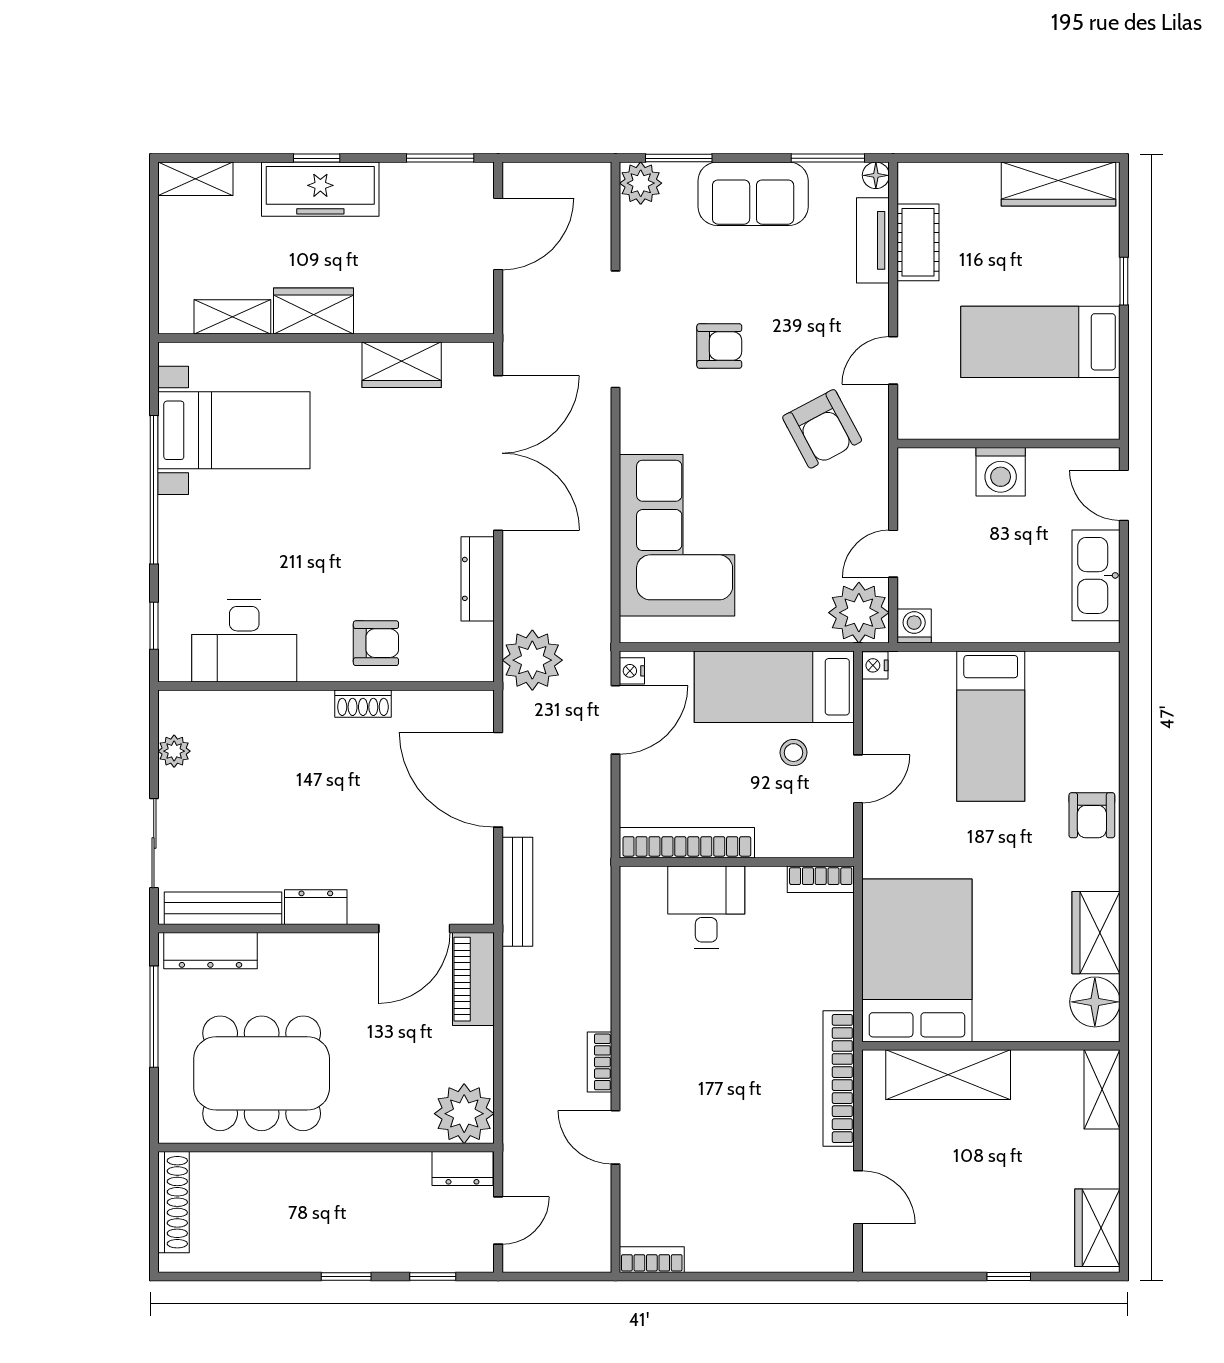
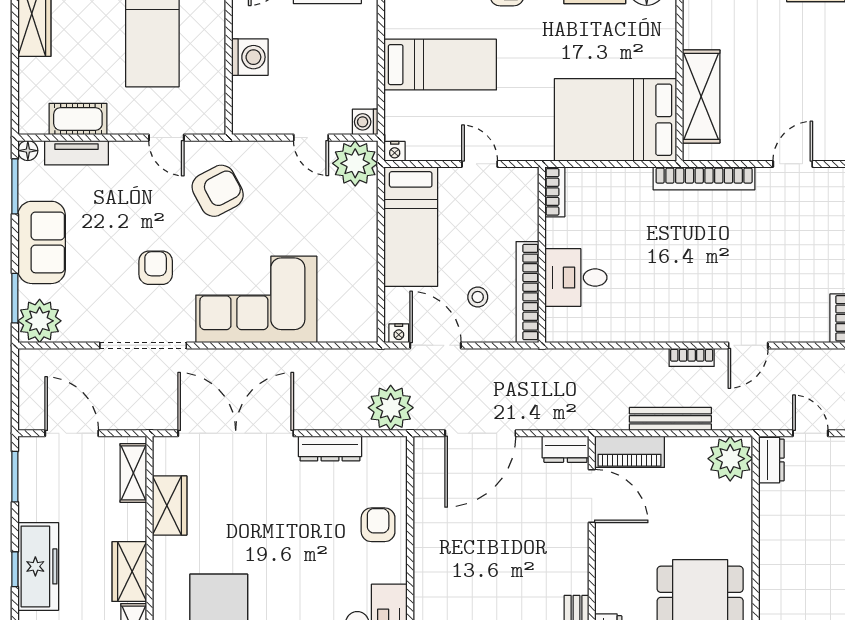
plant: (641, 183) -> (40, 321), width x1.36, depth x1.36
shelving: (445, 316) -> (133, 473), added
corner sofa: (677, 535) -> (256, 299), moved
shoe rack: (363, 704) -> (423, 535), removed
stool: (793, 753) -> (478, 297), moved
bench: (517, 892) -> (670, 419), moved
dresser: (316, 907) -> (565, 449), moved, turned -90

